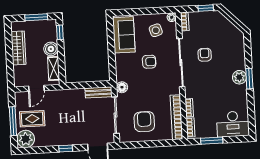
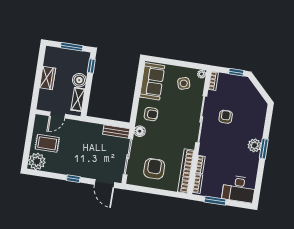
wardrobe: (18, 48) -> (48, 78), width x0.67
armchair: (149, 62) -> (151, 114), moved
window: (13, 121) -> (28, 142), removed

